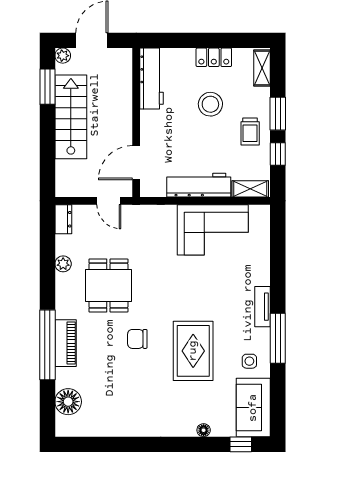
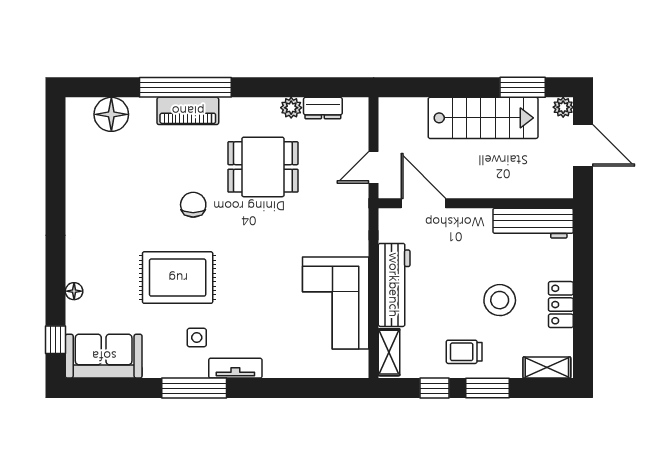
dresser: (63, 219) -> (323, 108), moved
side table: (249, 361) -> (197, 338), moved

